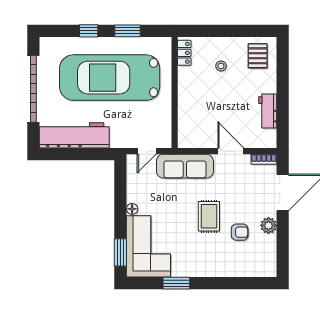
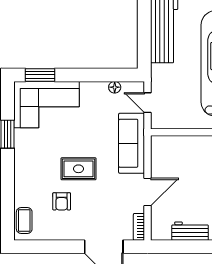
floor lamp: (132, 209) -> (115, 87), moved
plant: (268, 225) -> (69, 232), removed
coffee table: (258, 267) -> (24, 221), added

